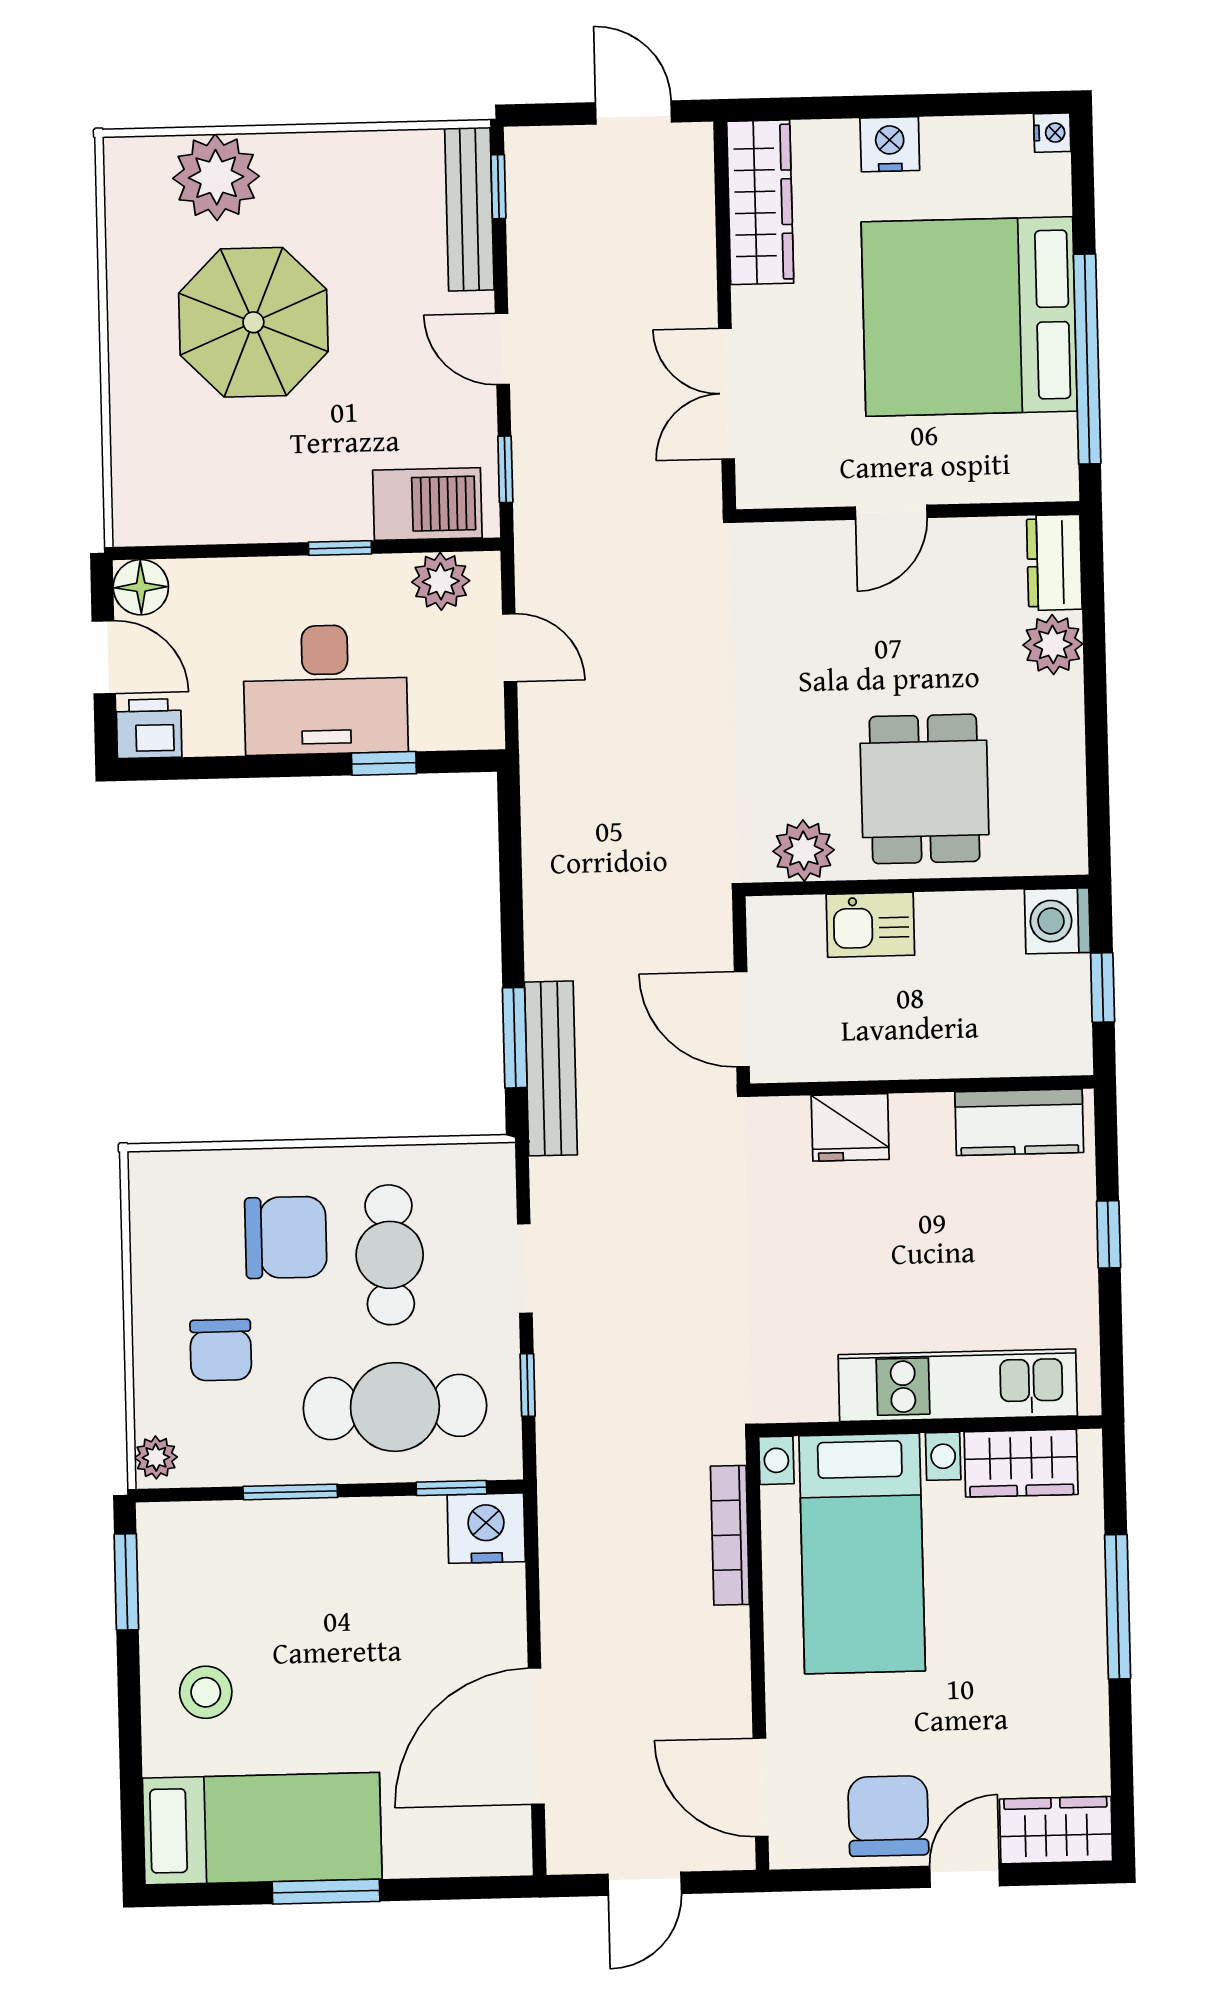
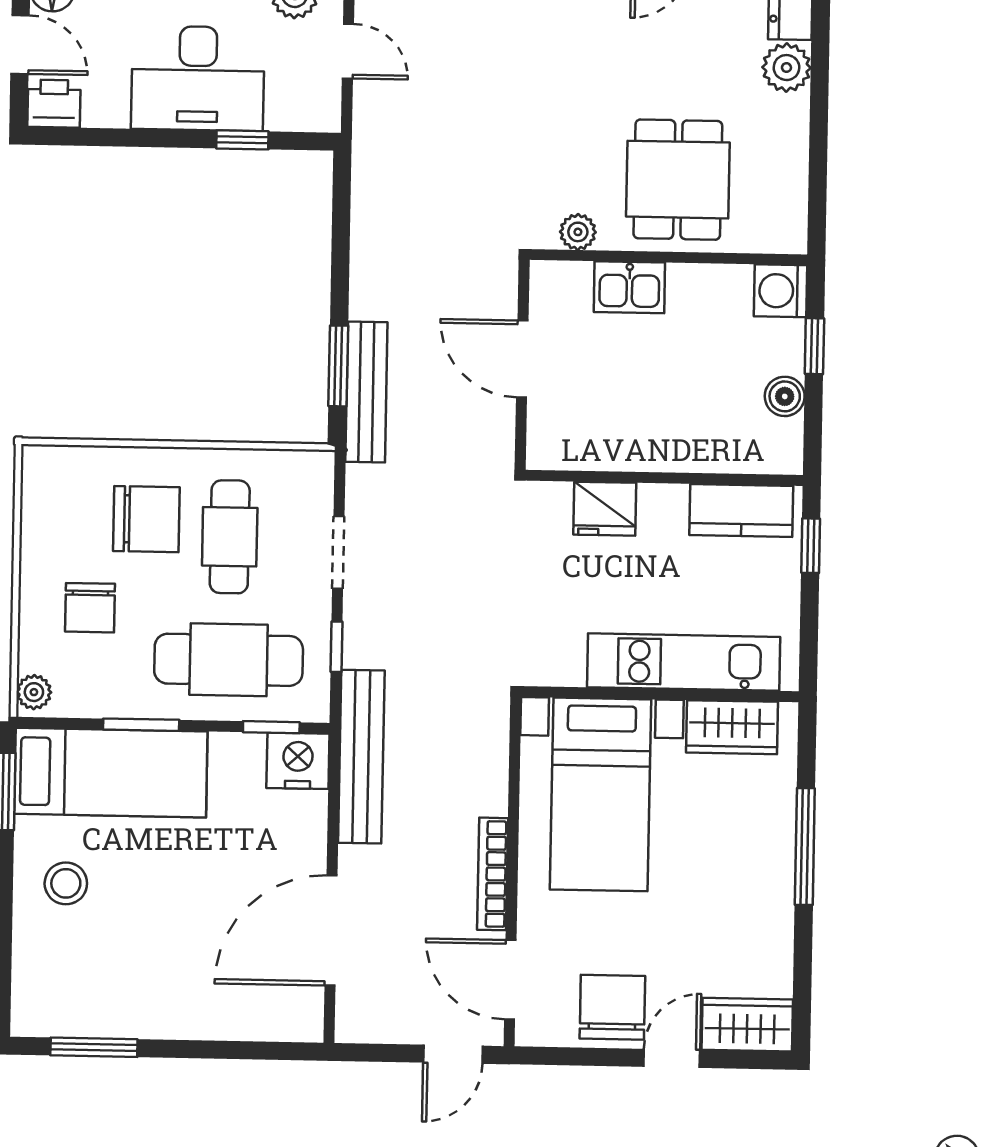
plant: (804, 851) -> (578, 232), width x0.73, depth x0.73
boiler: (1068, 1051) -> (785, 396), added
wall: (922, 1086) -> (664, 478), moved
kitchen counter: (1019, 1122) -> (741, 510), moved
fridge: (850, 1127) -> (605, 509), moved
bench: (564, 1520) -> (361, 757), added
bookcase: (730, 1535) -> (493, 874), moved
bed: (262, 1829) -> (111, 773), moved
door: (645, 1884) -> (453, 1054), moved
window: (326, 1892) -> (94, 1047), moved

